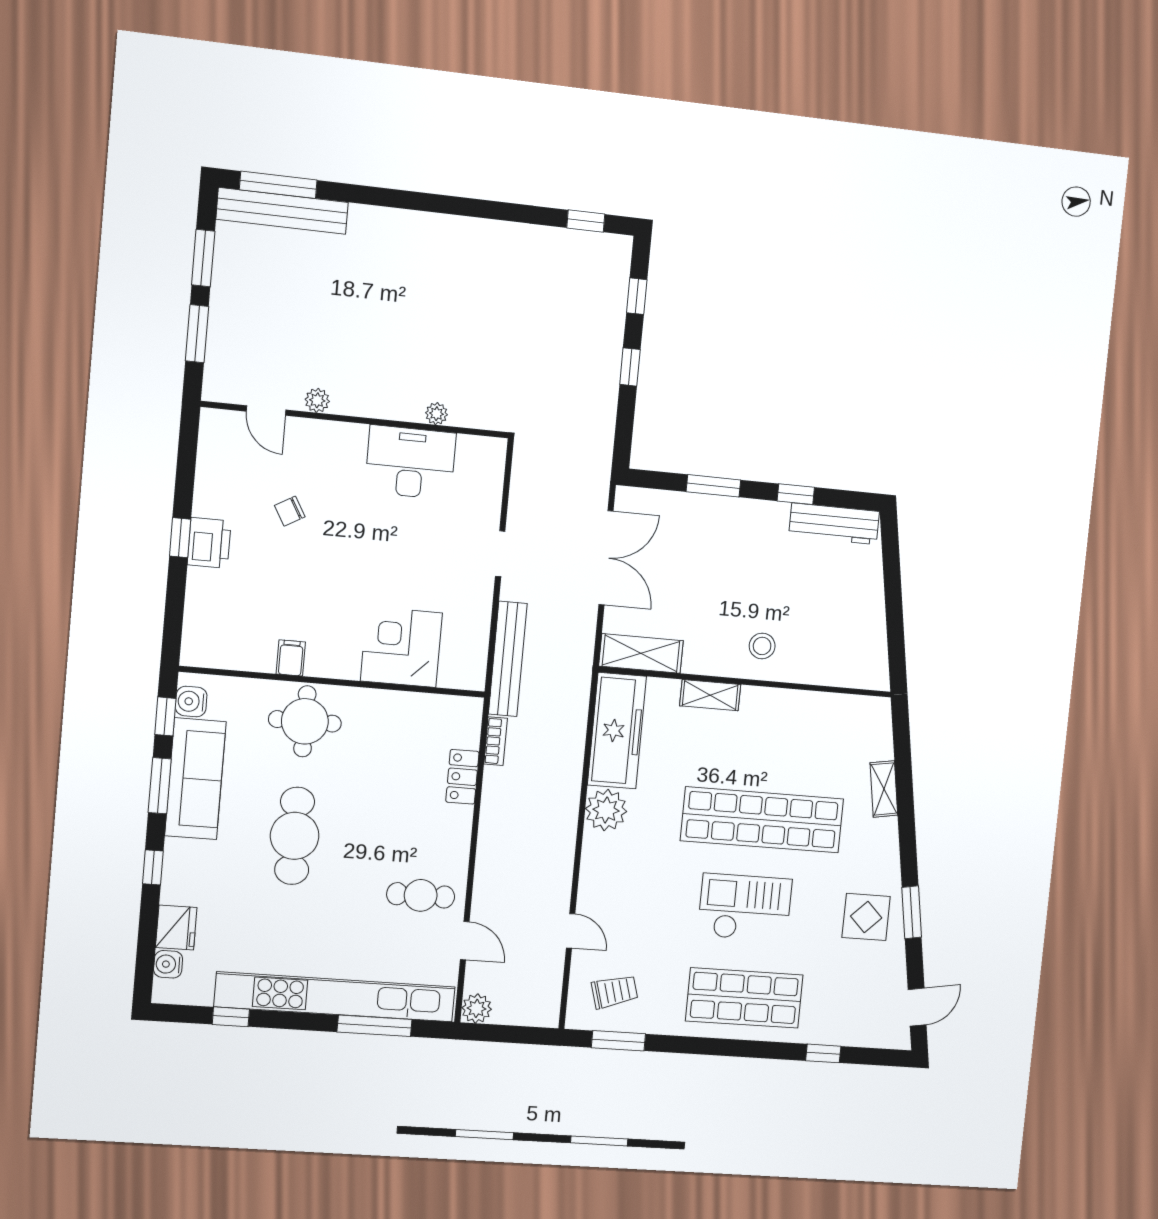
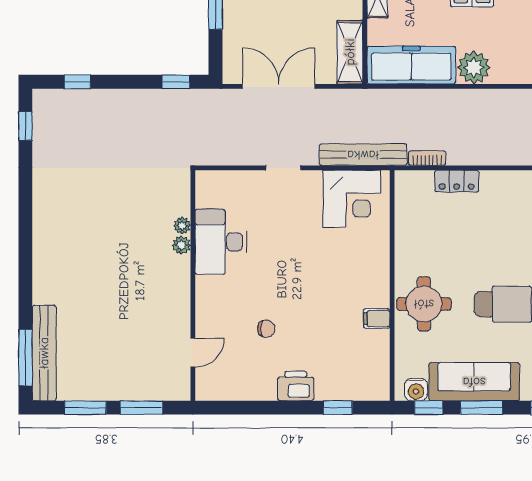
window: (630, 367) -> (176, 82), moved
plant: (317, 400) -> (181, 245), moved
chair: (290, 511) -> (266, 329), turned -60
window: (180, 538) -> (338, 408), moved
corner desk: (401, 647) -> (352, 199), moved, turned -90

